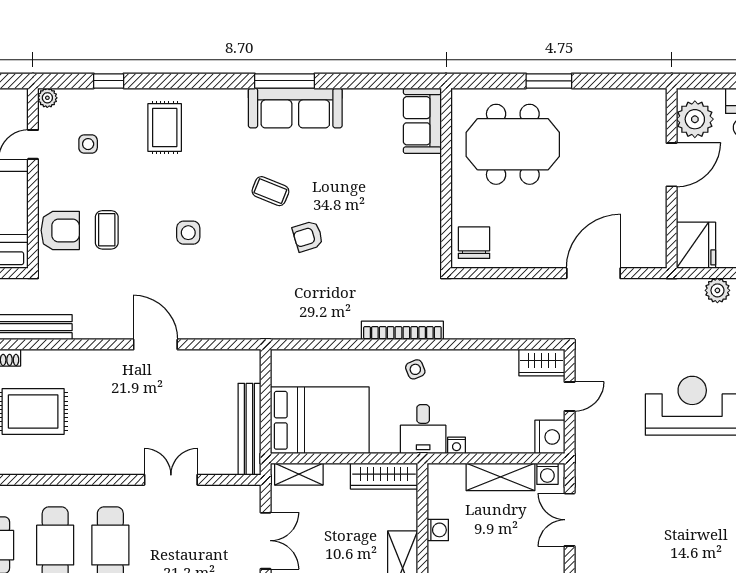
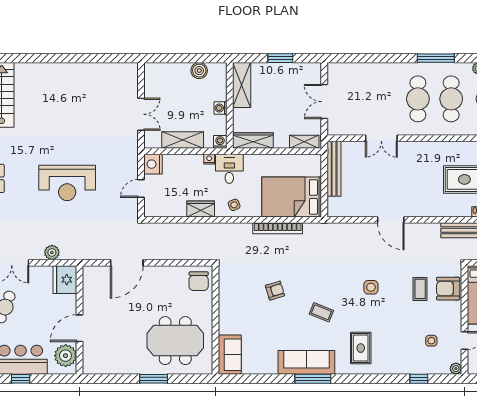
rug: (165, 127) -> (361, 348), moved
armchair: (308, 236) -> (275, 291), moved
bookcase: (402, 330) -> (278, 228), moved
wardrobe: (542, 363) -> (201, 209), moved
bed: (320, 420) -> (292, 197), moved
washing machine: (547, 474) -> (220, 142), moved

